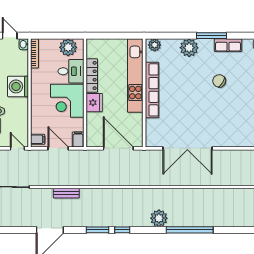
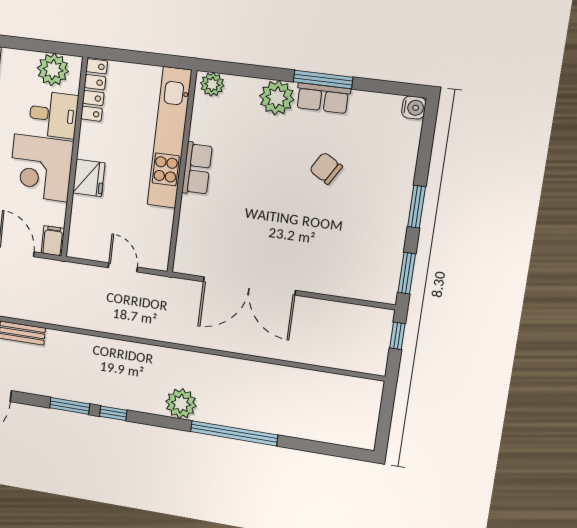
row of seats: (228, 45) -> (323, 98), moved
locker: (92, 75) -> (94, 90), moved
row of seats: (152, 90) -> (197, 169), width x0.50
door: (118, 148) -> (123, 267), width x0.53

